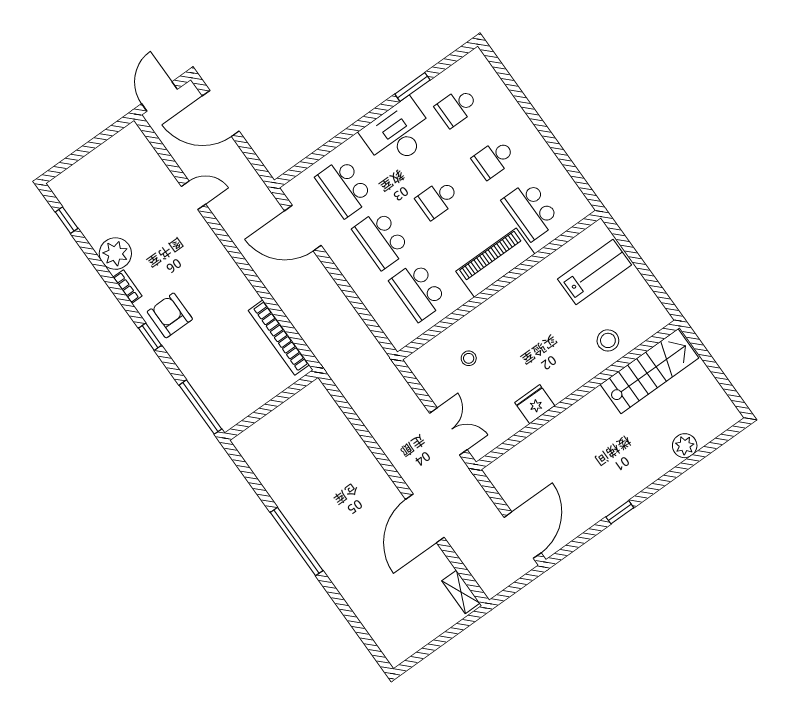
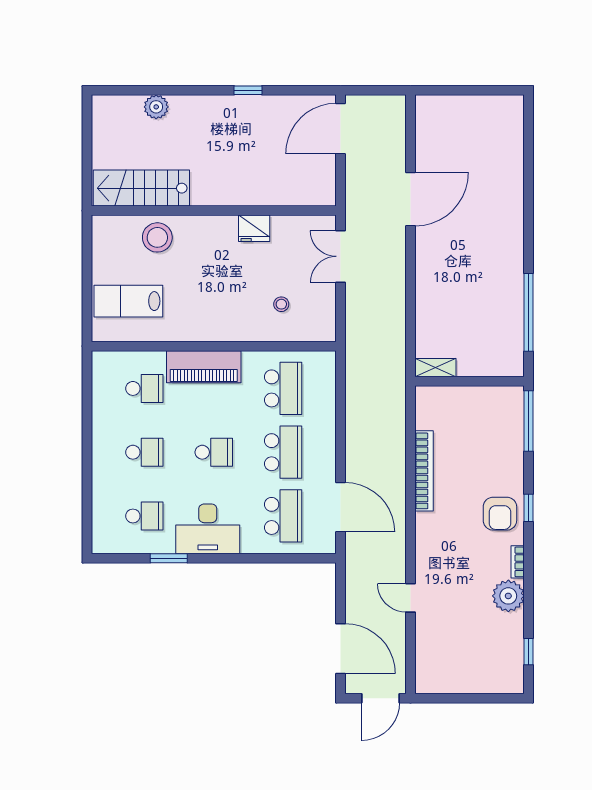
school desk: (531, 211) -> (144, 388), width x0.54
bookcase: (279, 338) -> (424, 471), moved
stool: (608, 340) -> (157, 237), width x1.38, depth x1.38
window: (297, 541) -> (529, 312), moved
shelving: (461, 592) -> (435, 368), moved, turned 90

